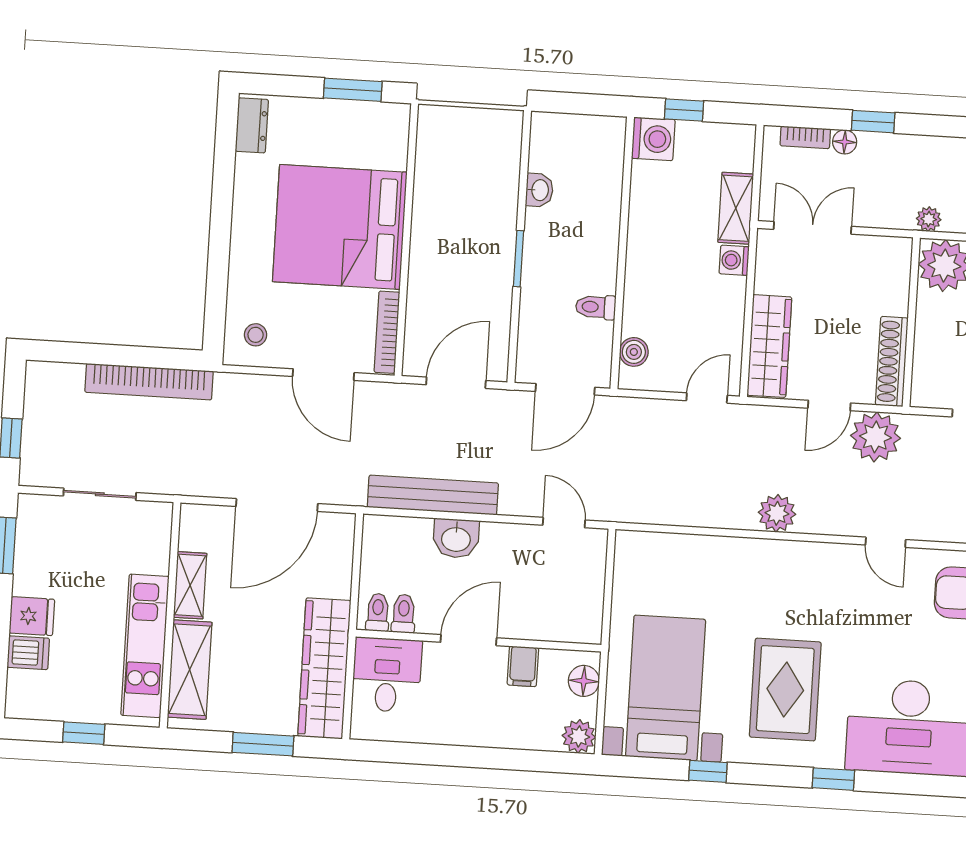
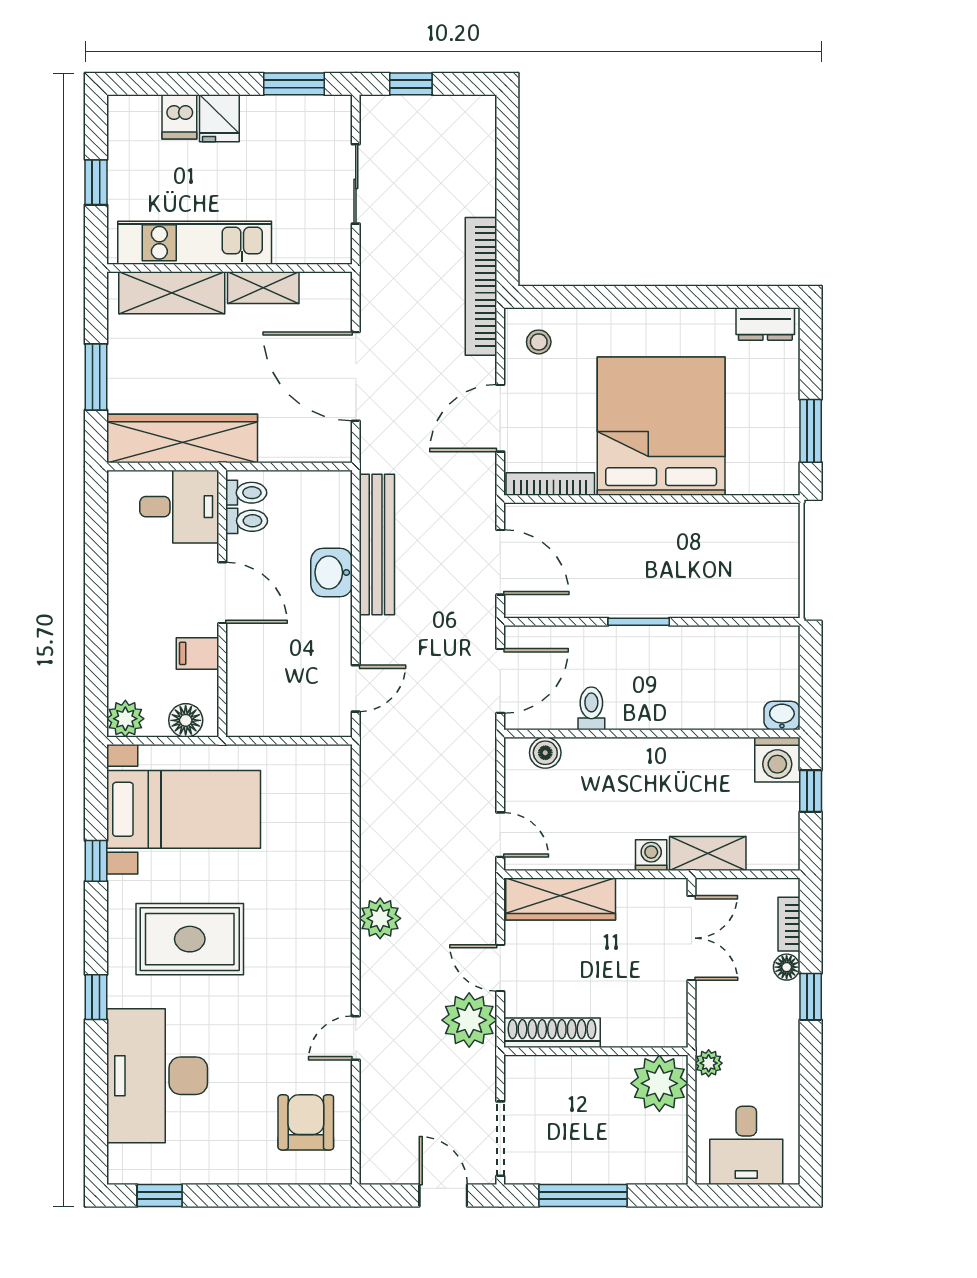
washbasin: (539, 190) -> (782, 716), moved, turned 180
bookcase: (149, 382) -> (481, 286), moved
door: (565, 389) -> (500, 681), swing flipped

